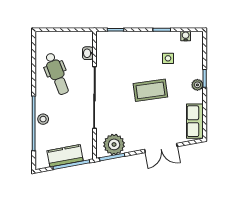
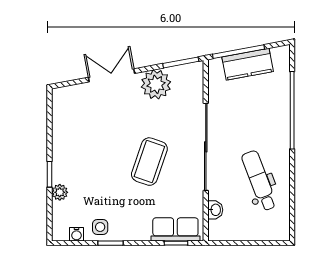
side table: (168, 58) -> (100, 227), moved
plant: (197, 85) -> (60, 192), moved
coffee table: (150, 90) -> (149, 162), moved, turned -63
stool: (43, 119) -> (279, 116), removed
row of seats: (195, 121) -> (175, 229), moved, turned -90
plant: (114, 144) -> (156, 84), moved

